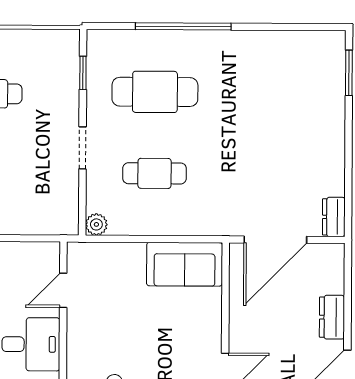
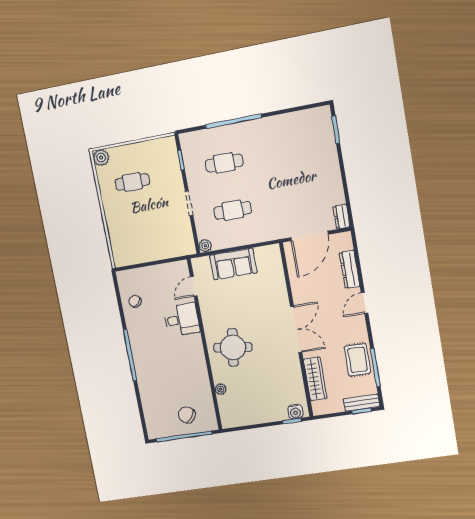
cafe table: (155, 92) -> (224, 163), width x0.73, depth x0.74
sofa: (185, 264) -> (233, 264), moved
dresser: (332, 317) -> (350, 269), width x1.44

